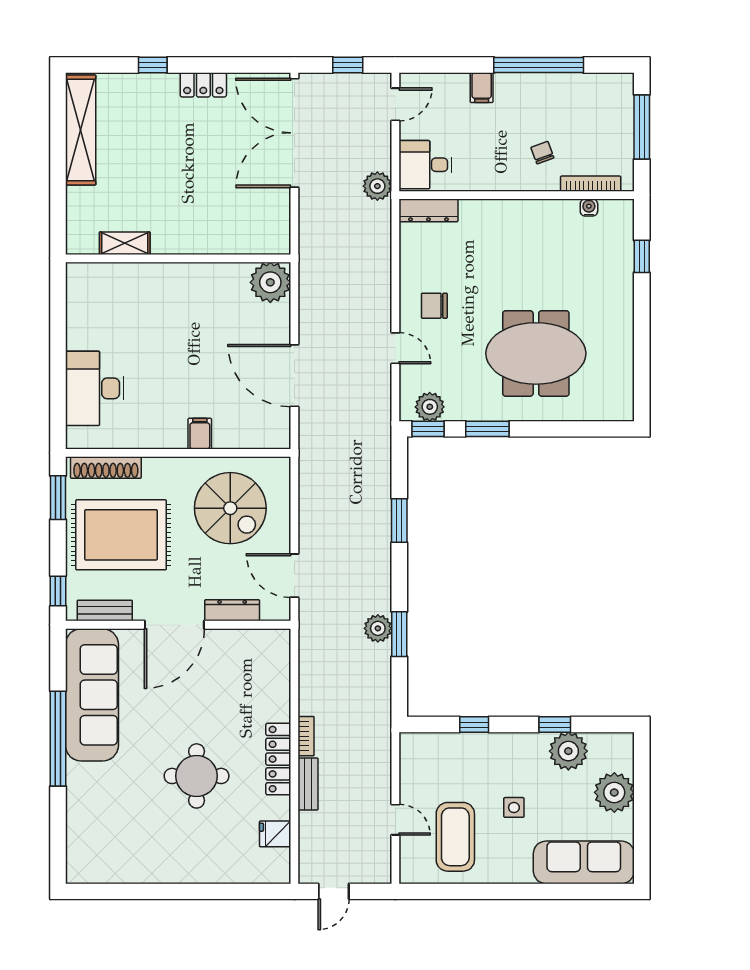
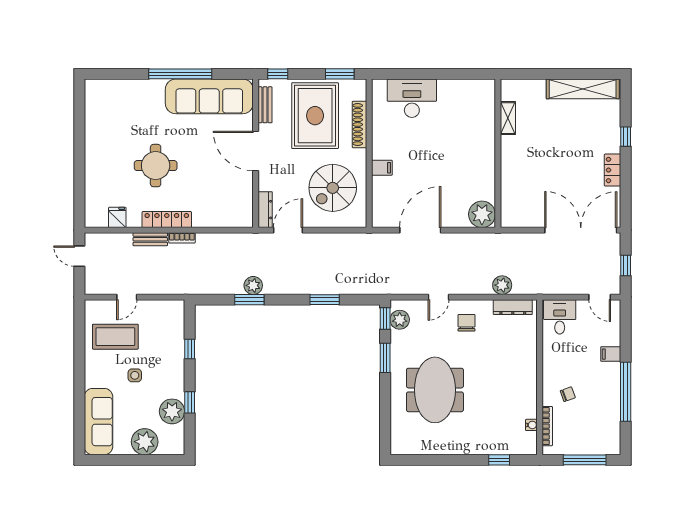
plant: (377, 186) -> (502, 285), moved
dresser: (428, 210) -> (513, 307), moved, turned -90
shoe rack: (106, 468) -> (359, 124), moved
dresser: (232, 610) -> (265, 210), moved

